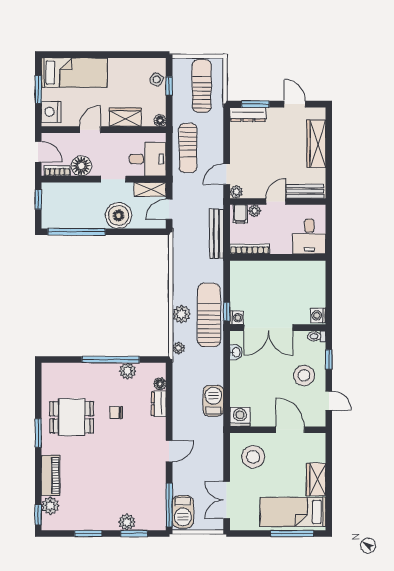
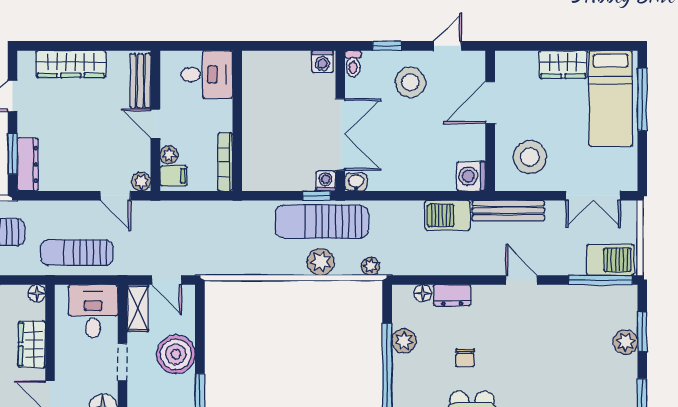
sun lounger: (188, 148) -> (77, 252), turned 180
bench: (217, 234) -> (508, 211), moved
washbasin: (236, 352) -> (356, 182), moved

